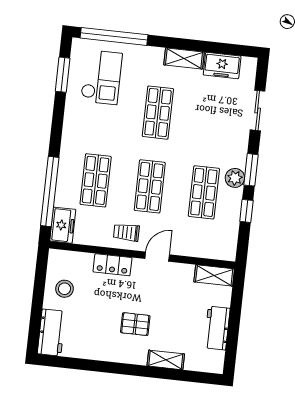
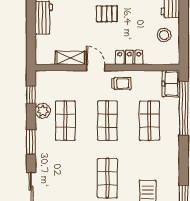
plant: (235, 178) -> (43, 111), moved
window: (246, 211) -> (31, 95), moved
door: (157, 257) -> (96, 67), swing flipped
shelving: (214, 275) -> (70, 58), moved

